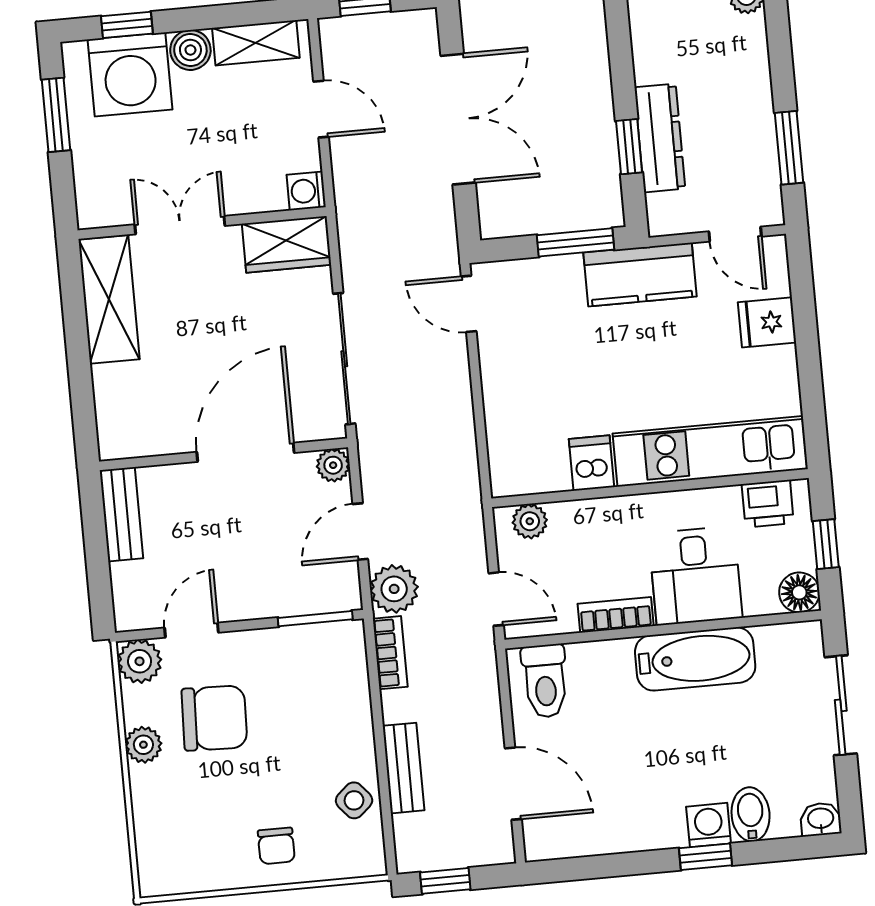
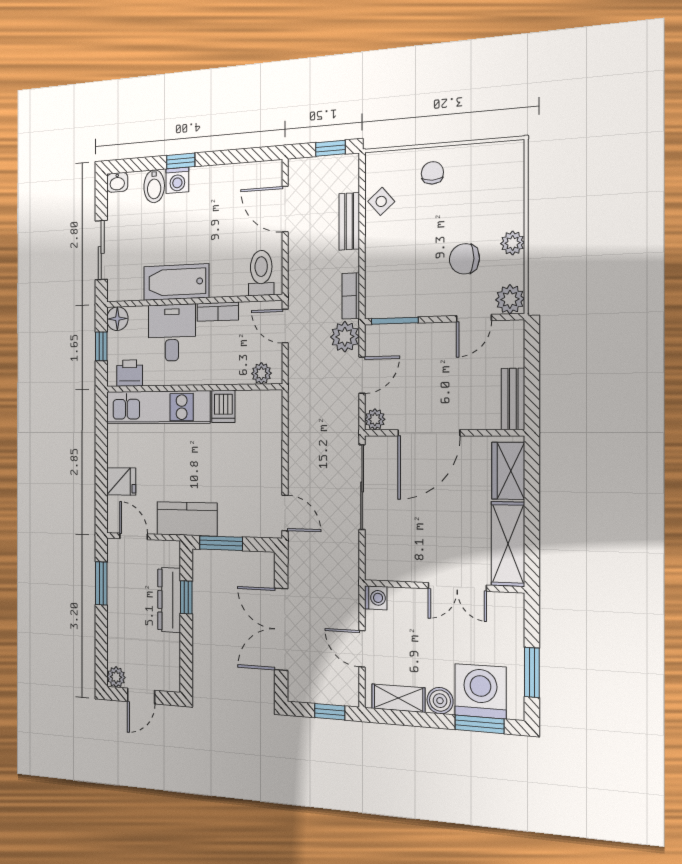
window: (127, 25) -> (479, 724), width x1.50
wardrobe: (287, 244) -> (508, 471), moved, turned -90
chair: (214, 718) -> (464, 259), width x0.73, depth x0.73

